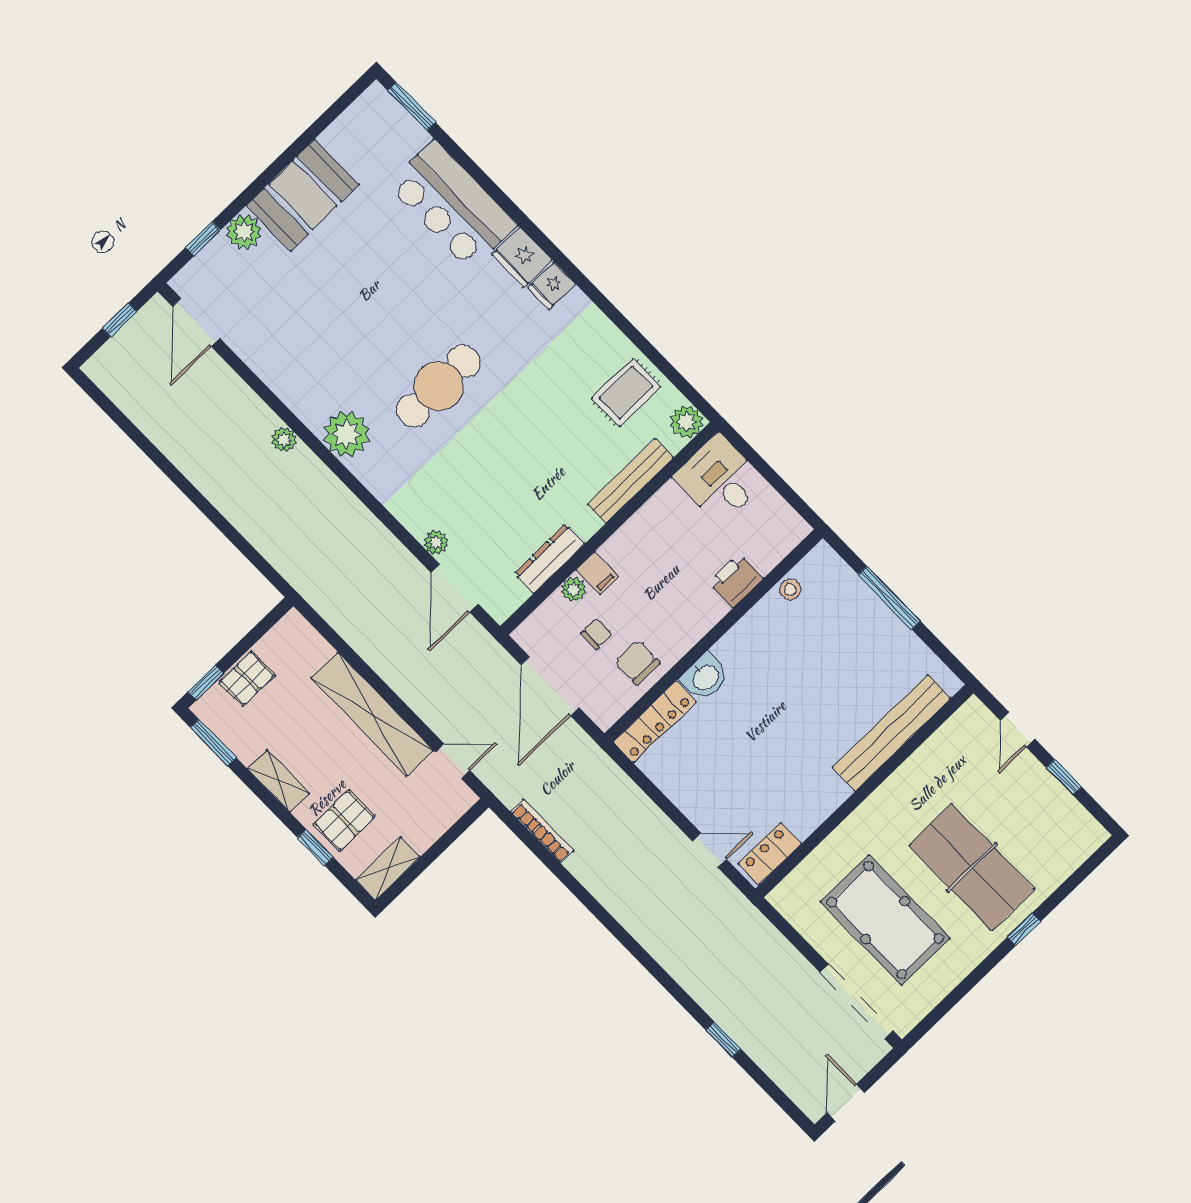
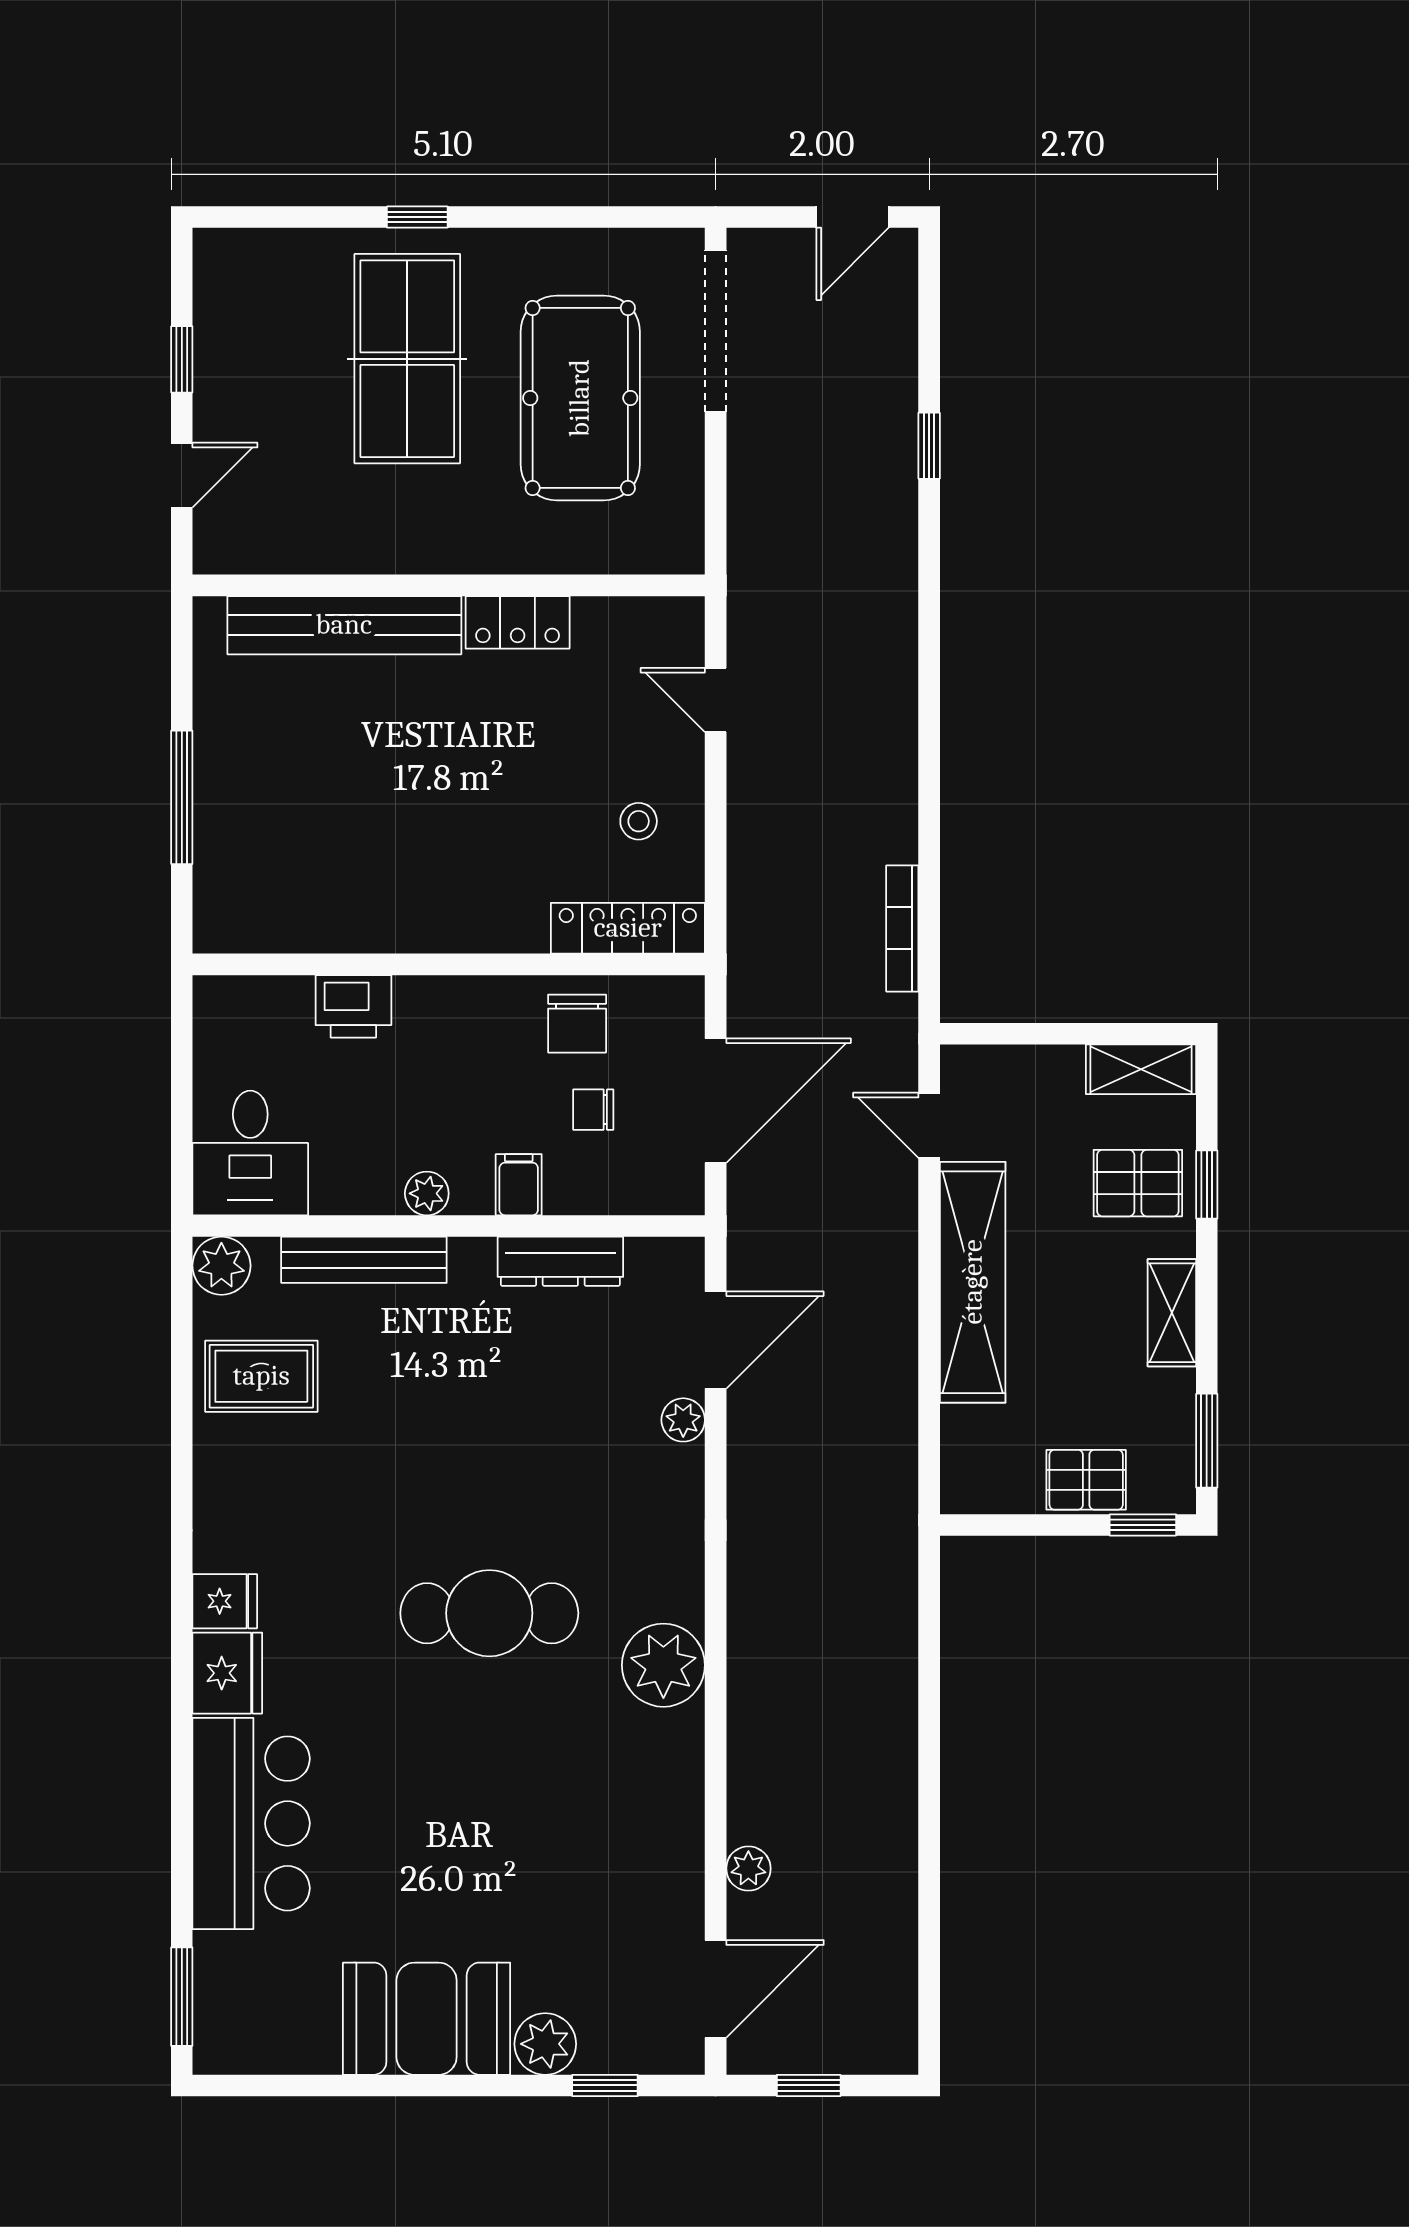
plant: (284, 440) -> (748, 1869), moved
plant: (573, 589) -> (427, 1193), moved
stool: (790, 589) -> (639, 821), moved
washbasin: (705, 677) -> (510, 923), removed
locker: (770, 854) -> (518, 622), moved

